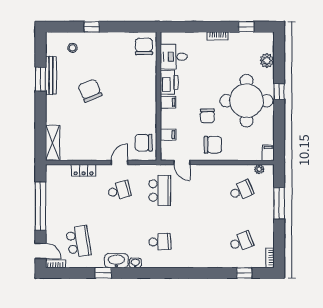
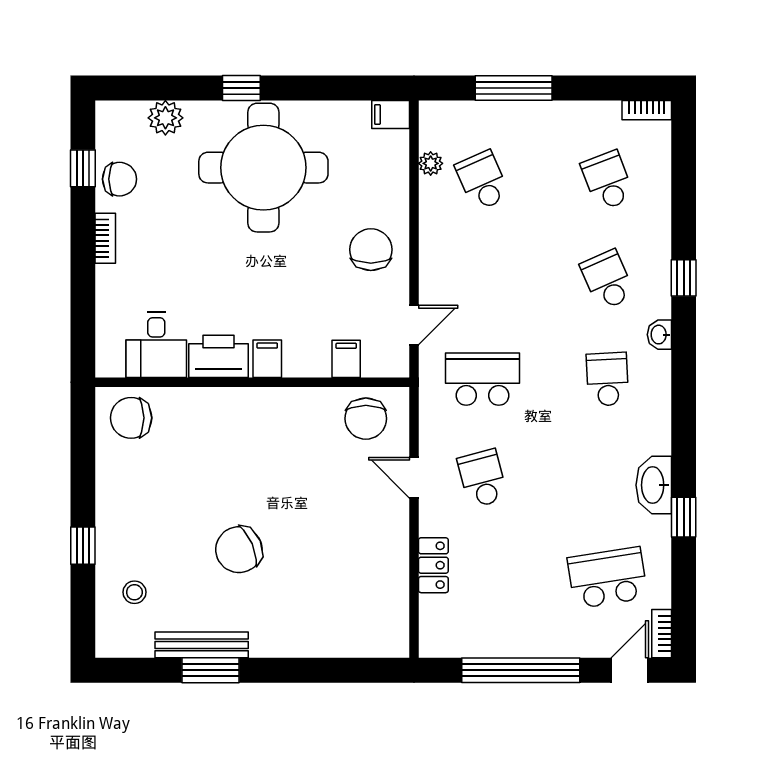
chair: (207, 116) -> (120, 179), moved
shelving: (53, 143) -> (366, 641), removed
plant: (259, 169) -> (431, 163), moved
school desk: (200, 242) -> (607, 280), added
washbasin: (135, 263) -> (659, 335), moved
window: (244, 273) -> (684, 278), moved

